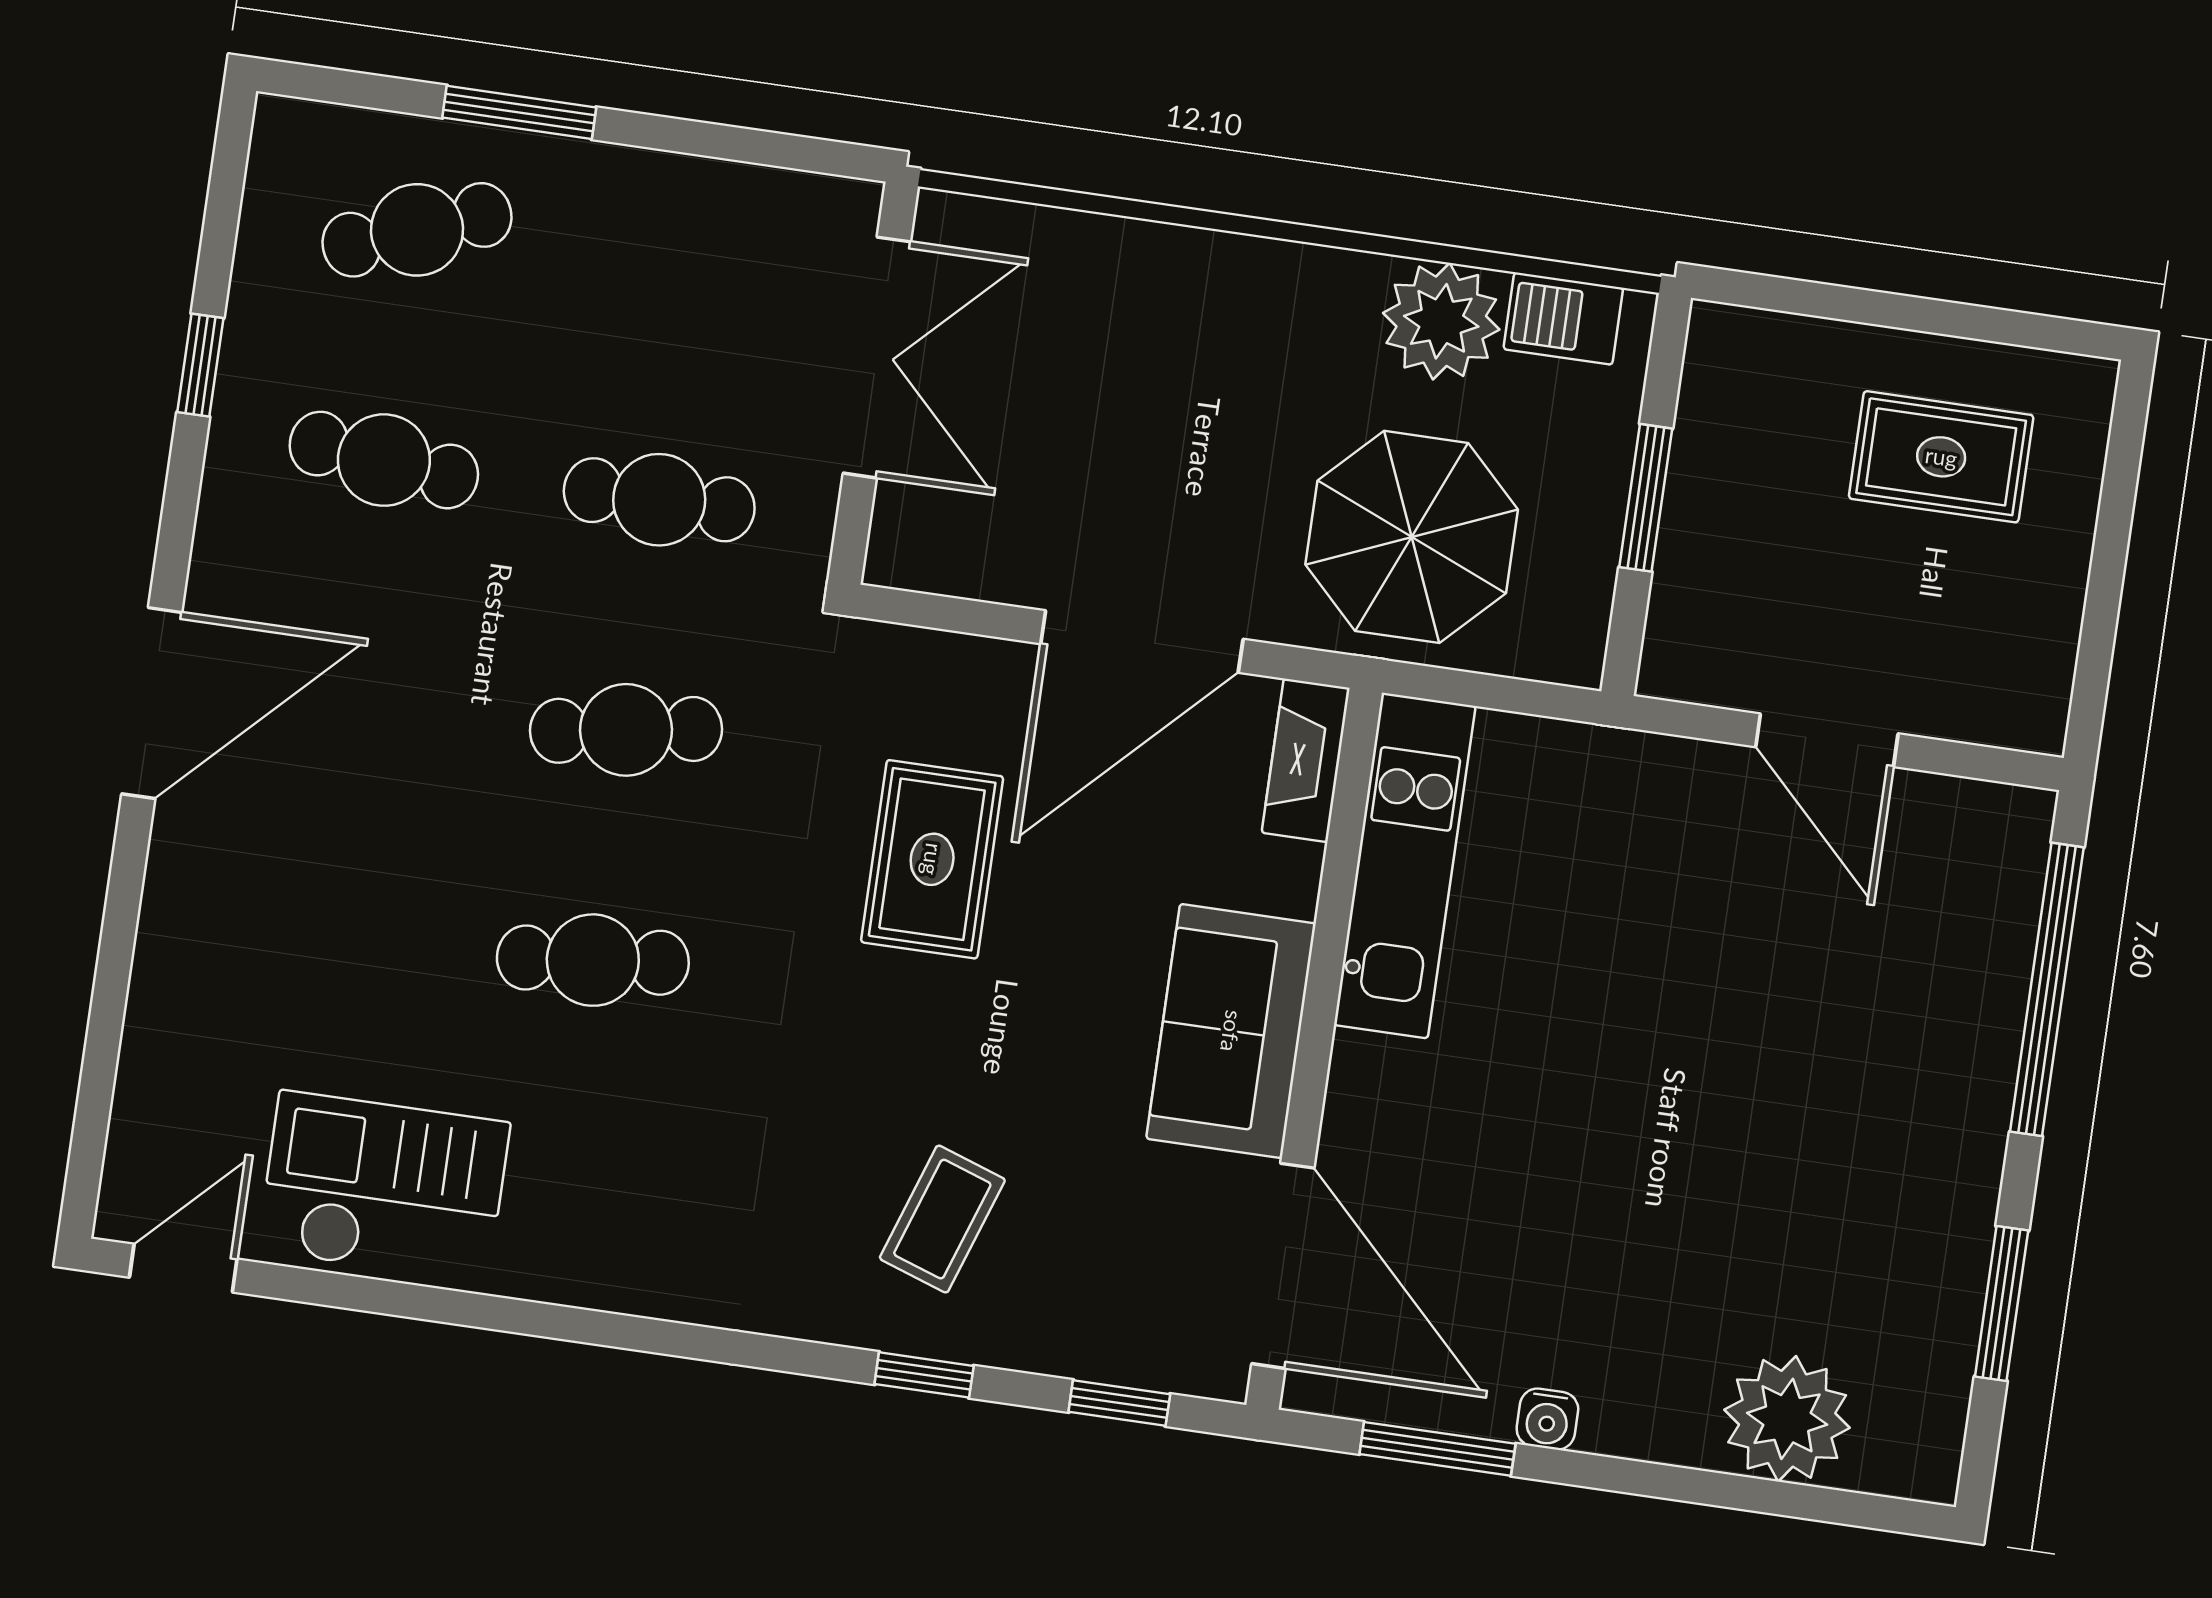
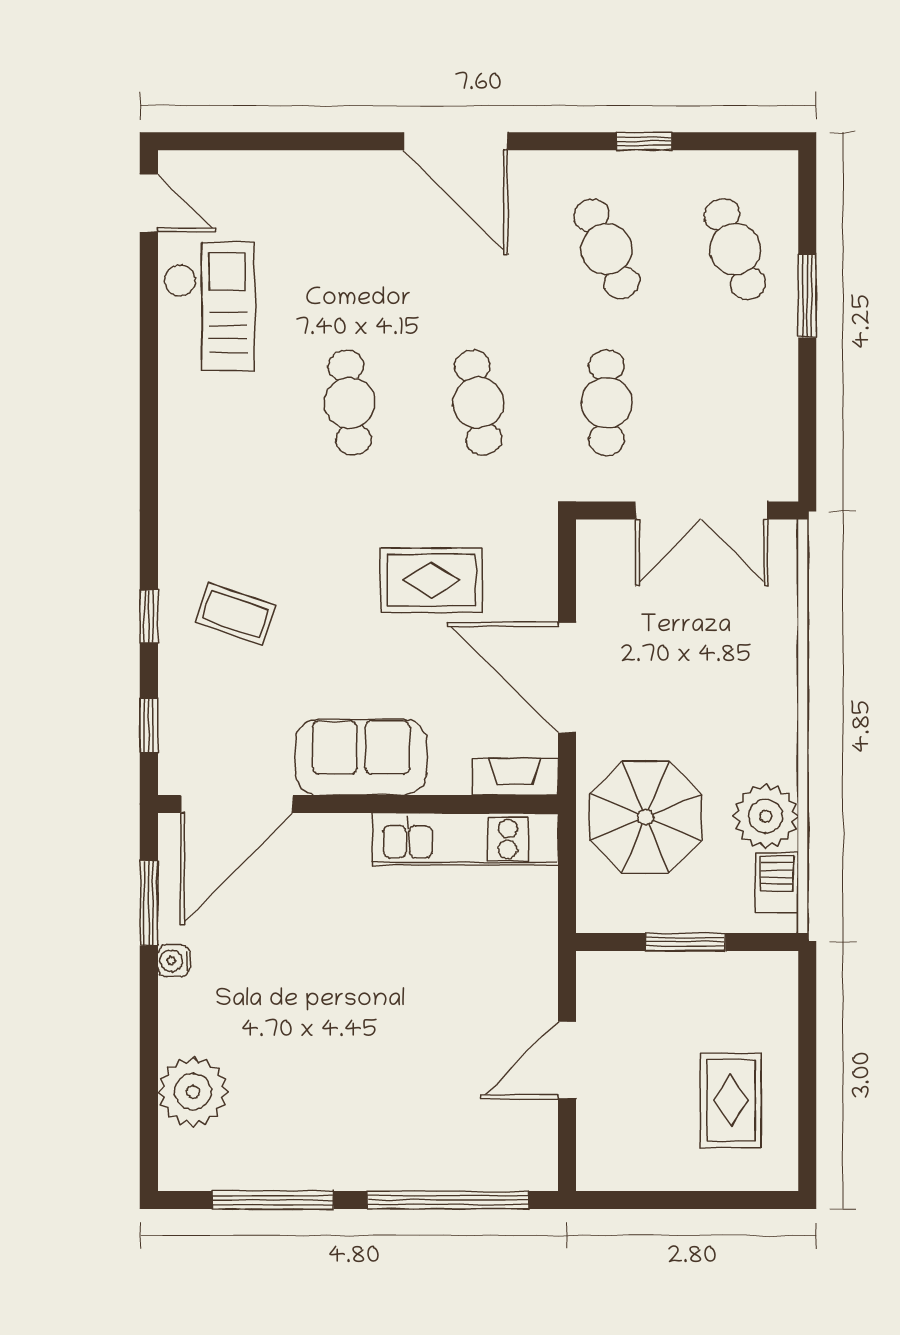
cafe table: (384, 460) -> (607, 249), turned -30
window: (2002, 1303) -> (273, 1200), width x1.44

